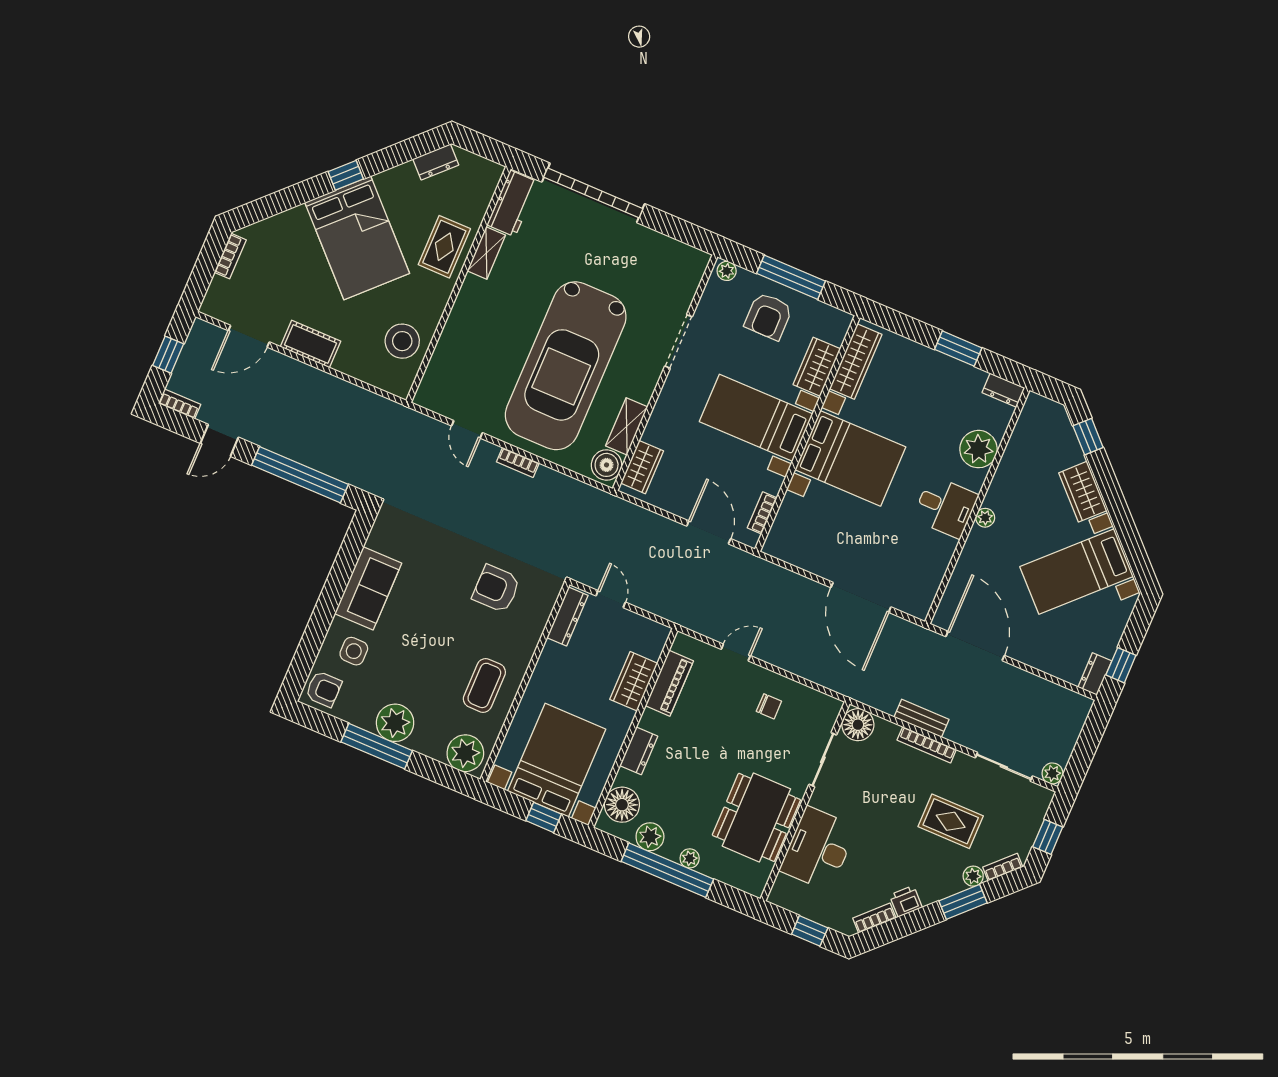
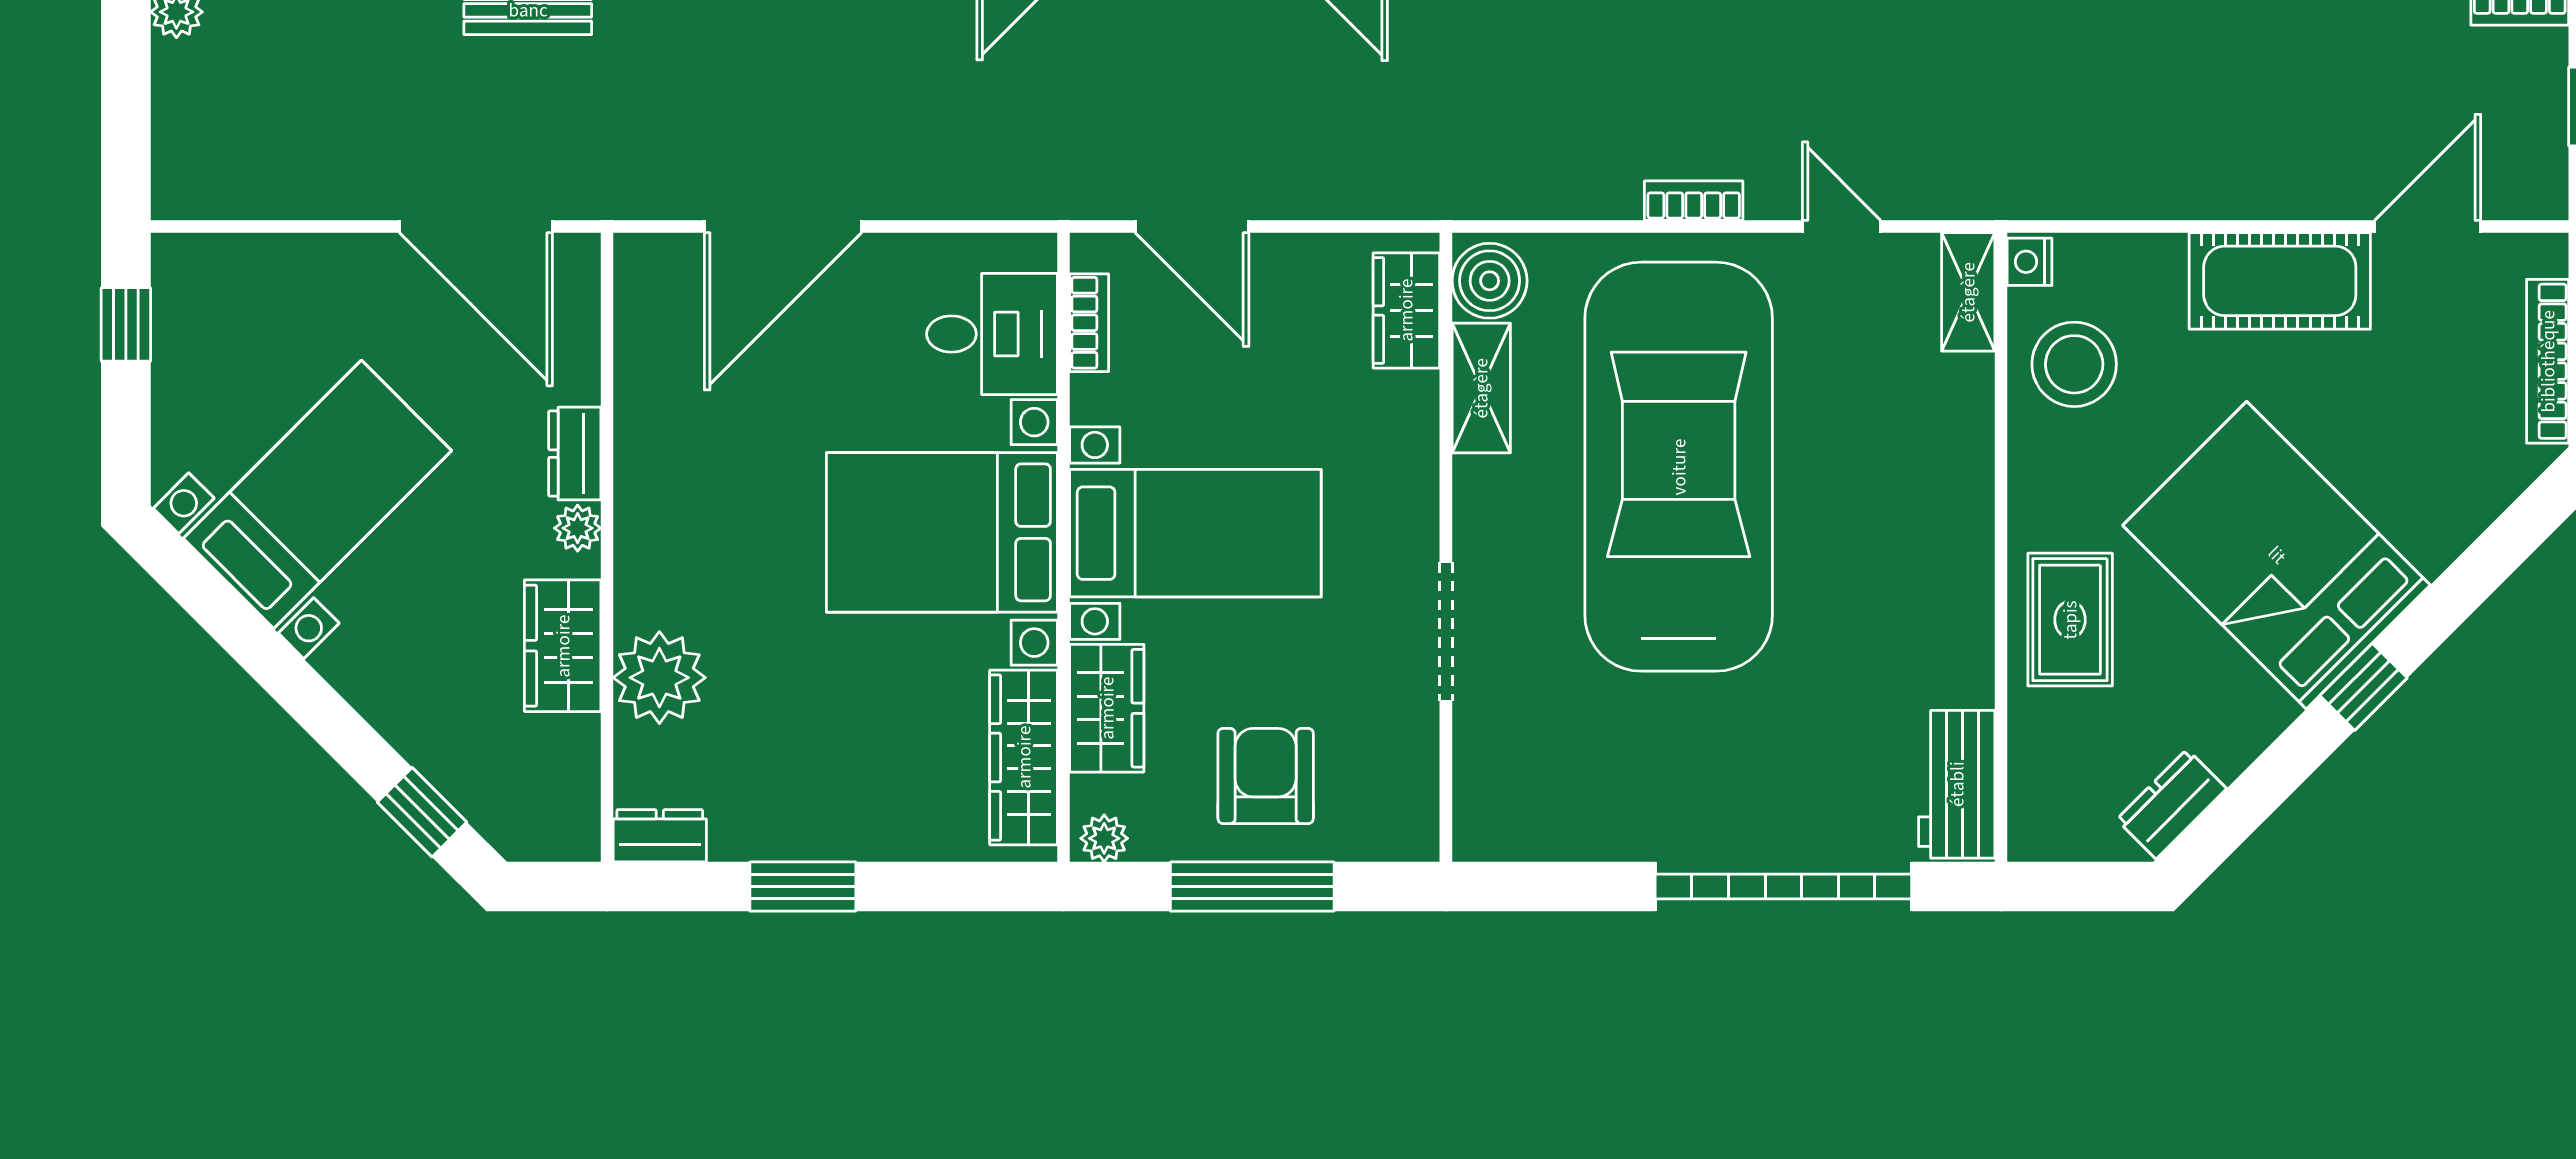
shelving: (486, 253) -> (1968, 292), moved
bookcase: (230, 256) -> (2548, 361), width x1.56
plant: (727, 271) -> (1104, 838), moved
cot: (310, 344) -> (2280, 281), width x1.37, depth x1.34
nightstand: (403, 386) -> (2030, 262), added
wardrobe: (1083, 492) -> (563, 646), moved, turned -135
desk: (945, 507) -> (992, 334), moved, turned 180
door: (861, 597) -> (783, 227), swing flipped
dresser: (1095, 674) -> (575, 454), moved, turned 180

